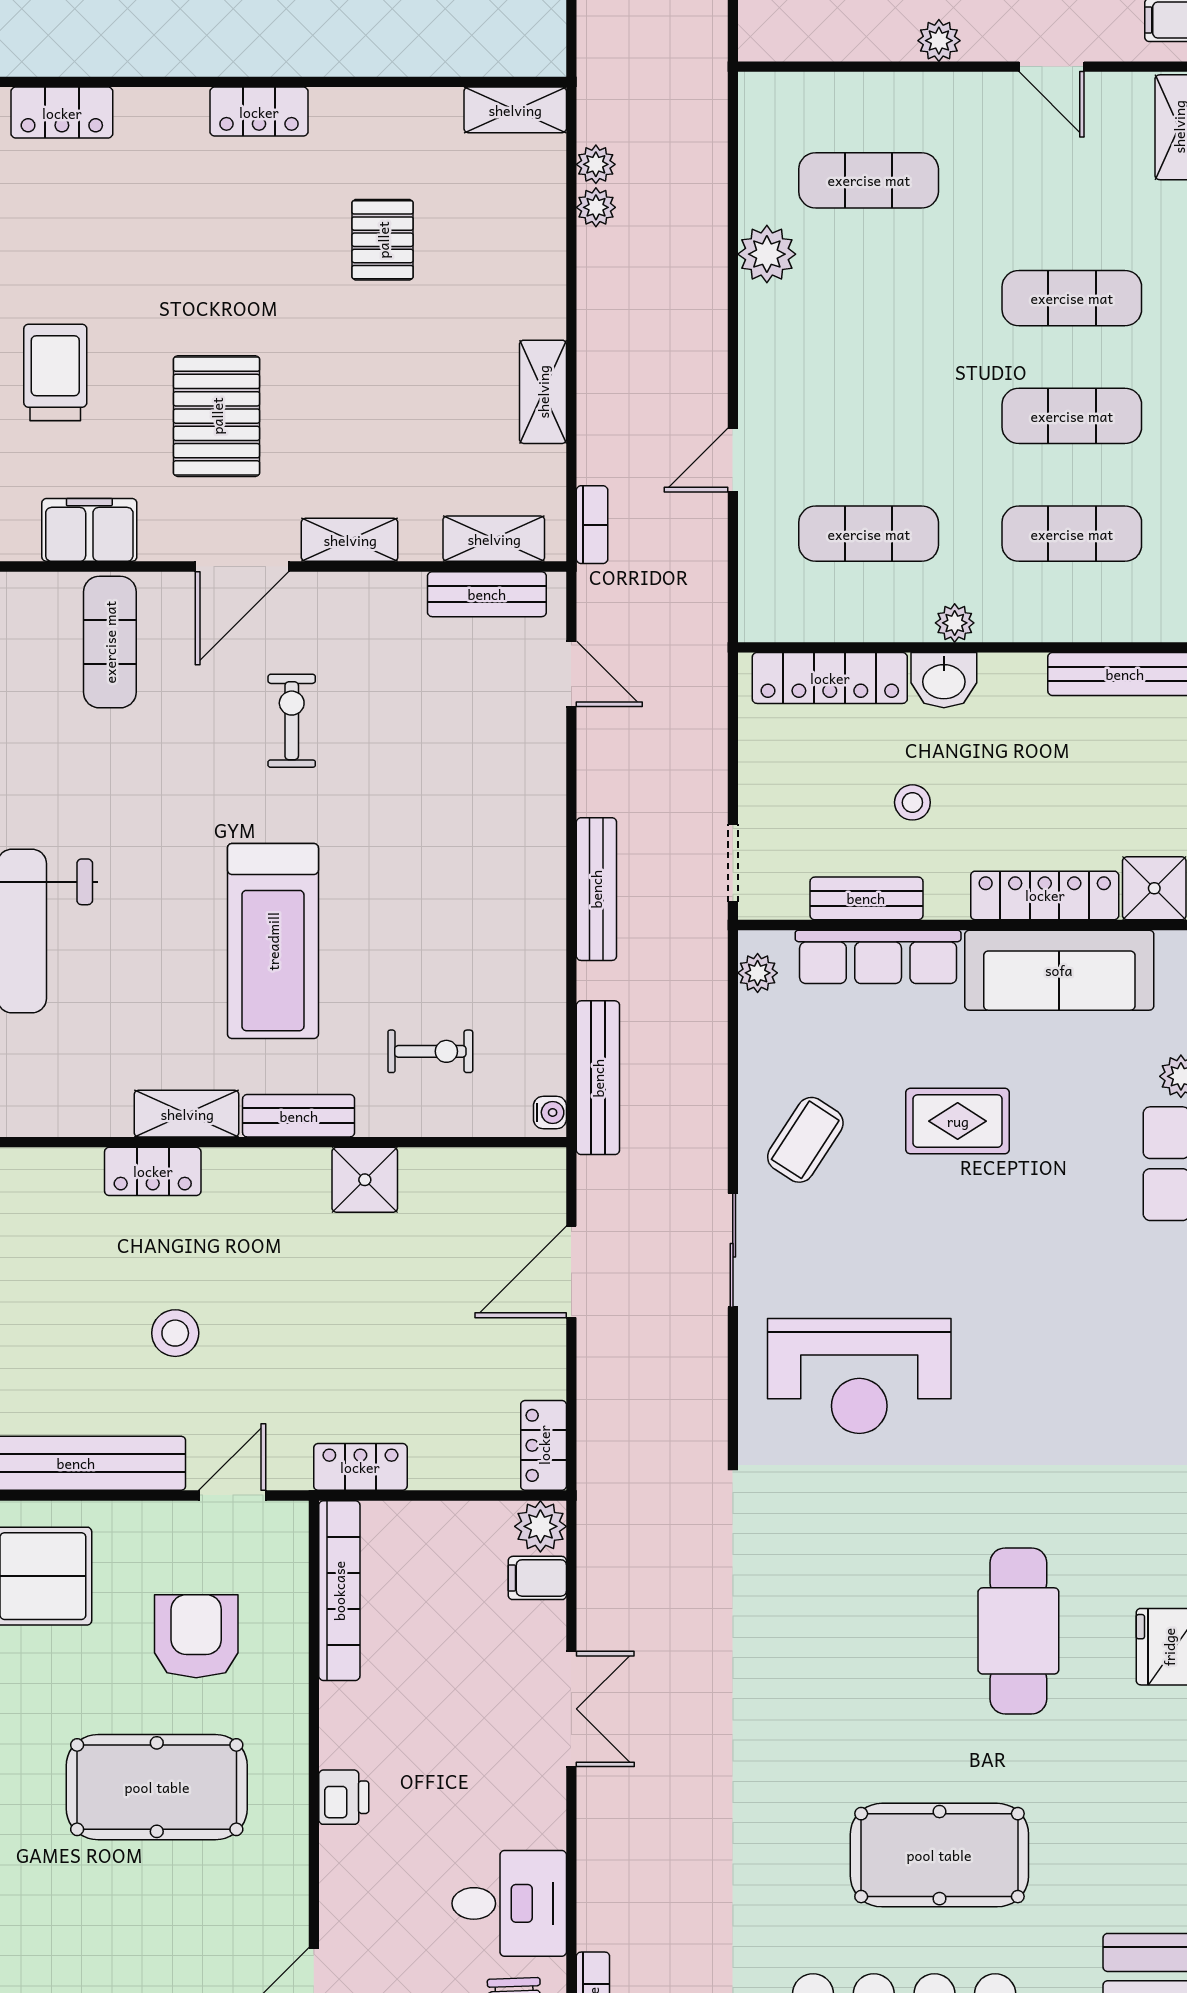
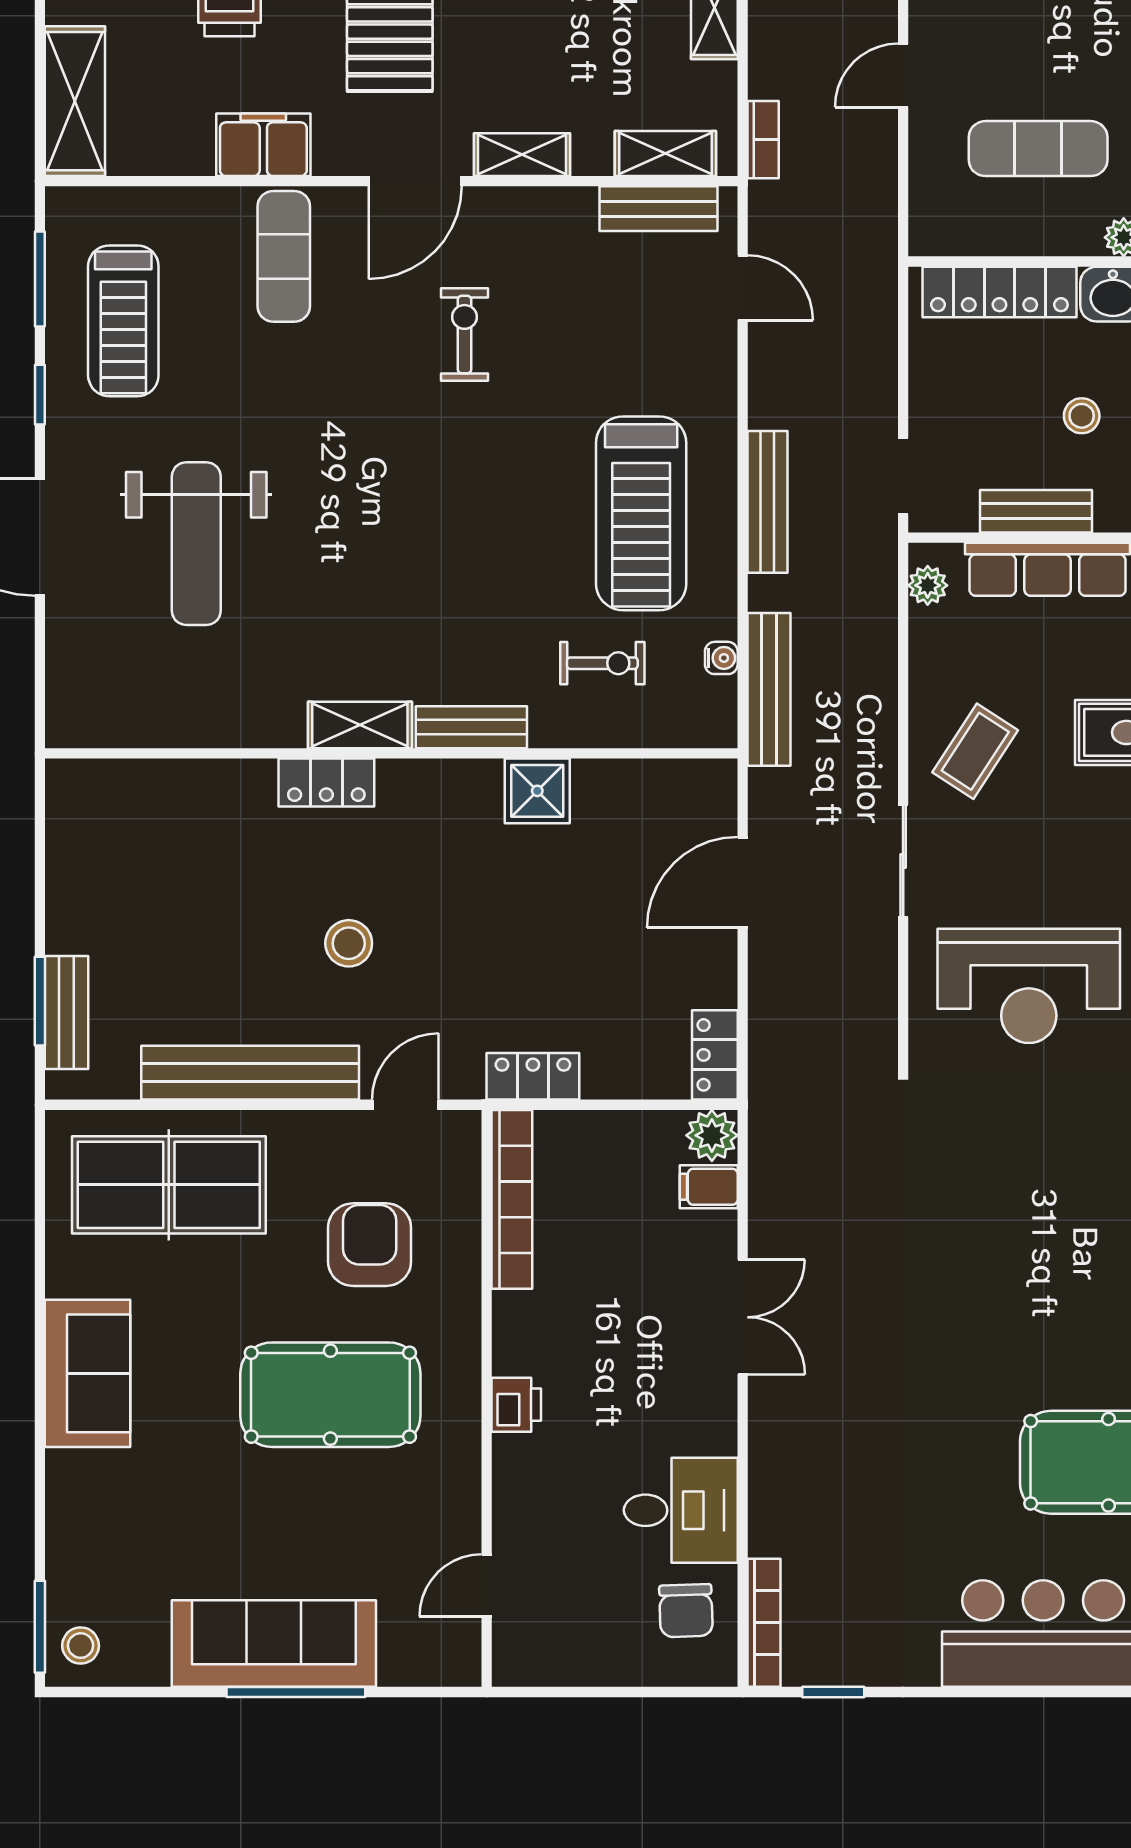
treadmill: (273, 941) -> (641, 513), moved
water cooler: (550, 1112) -> (721, 658), moved

